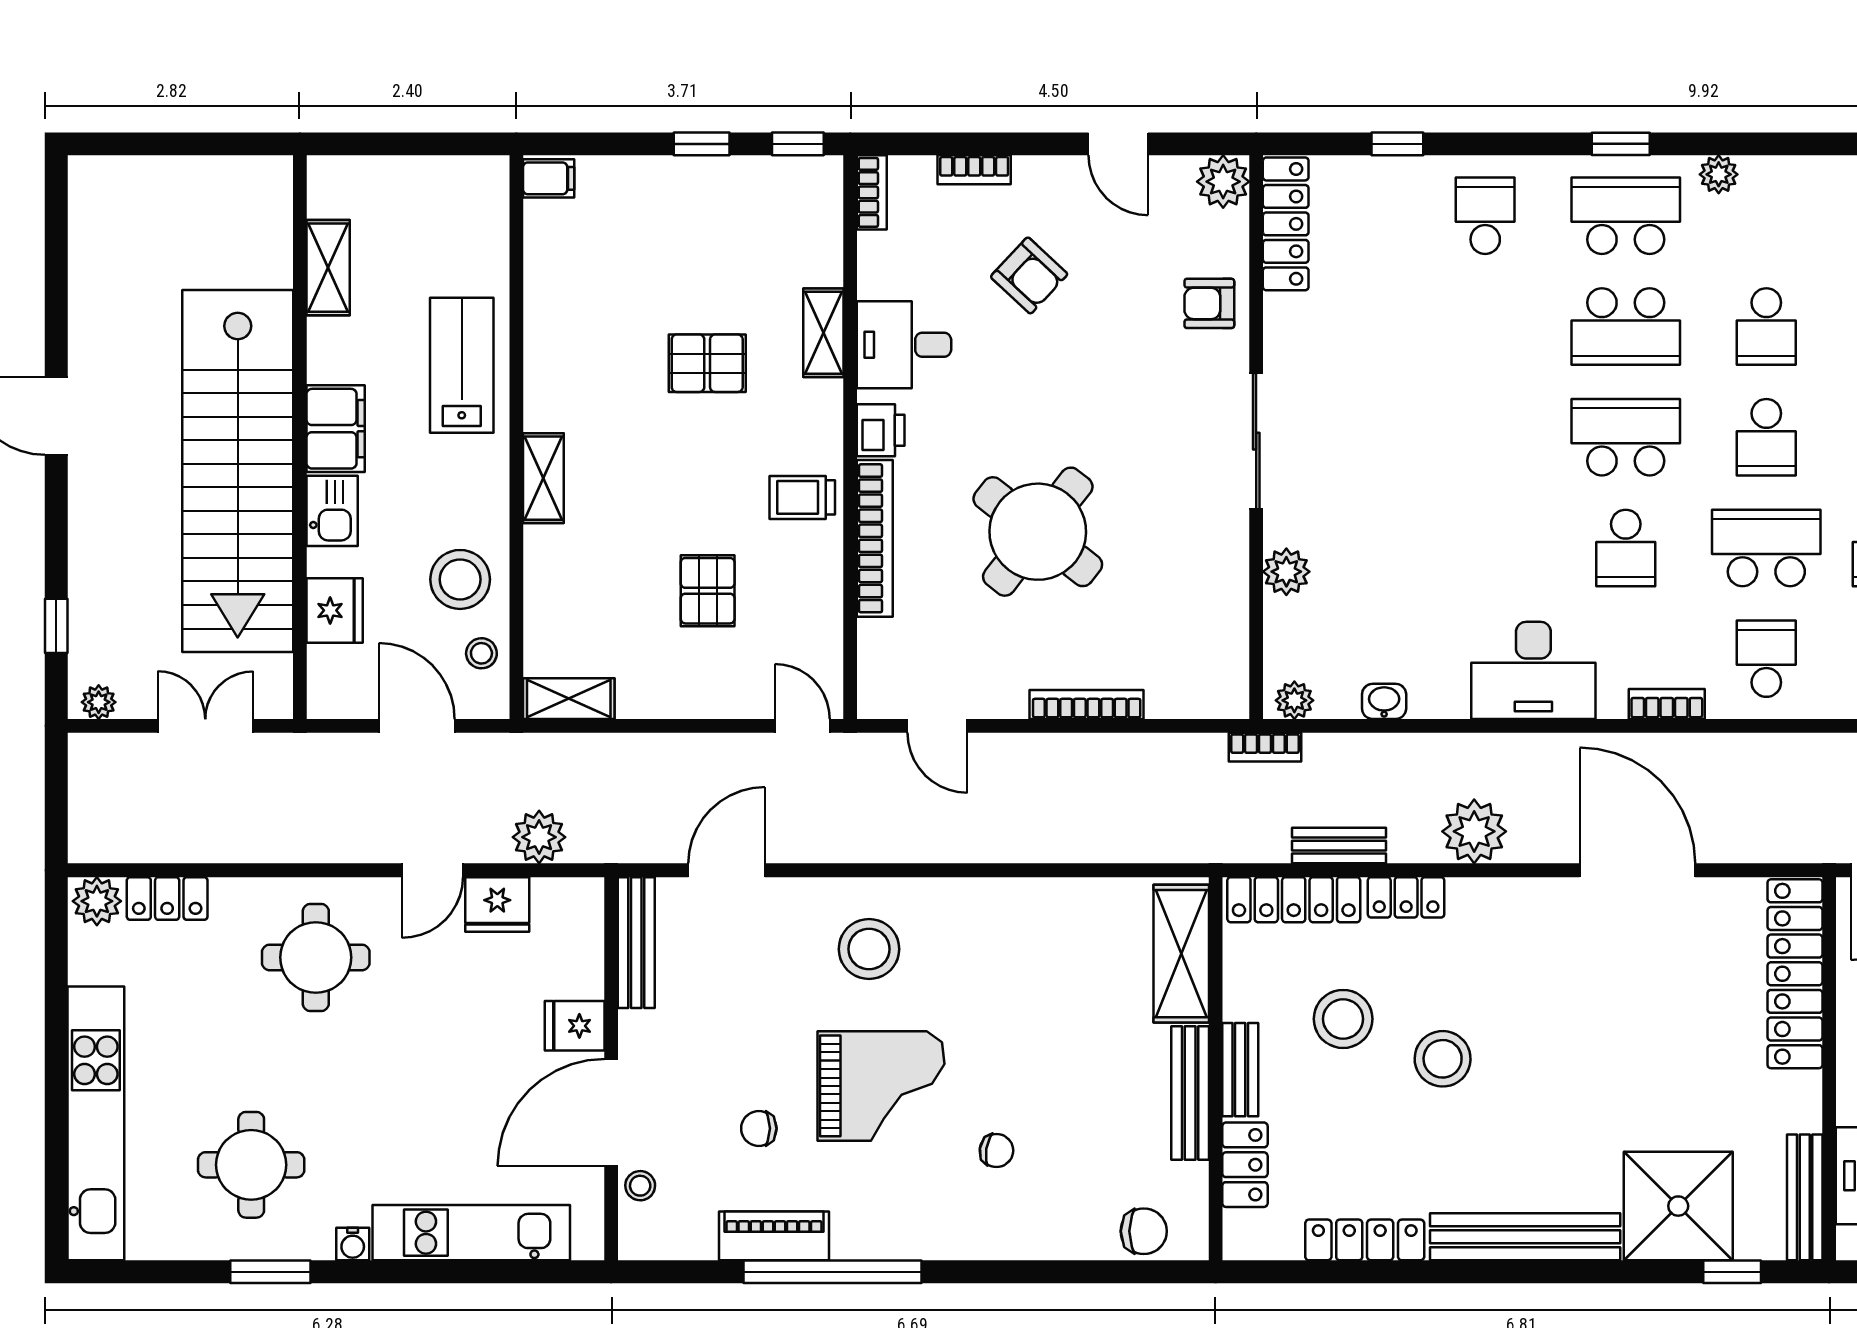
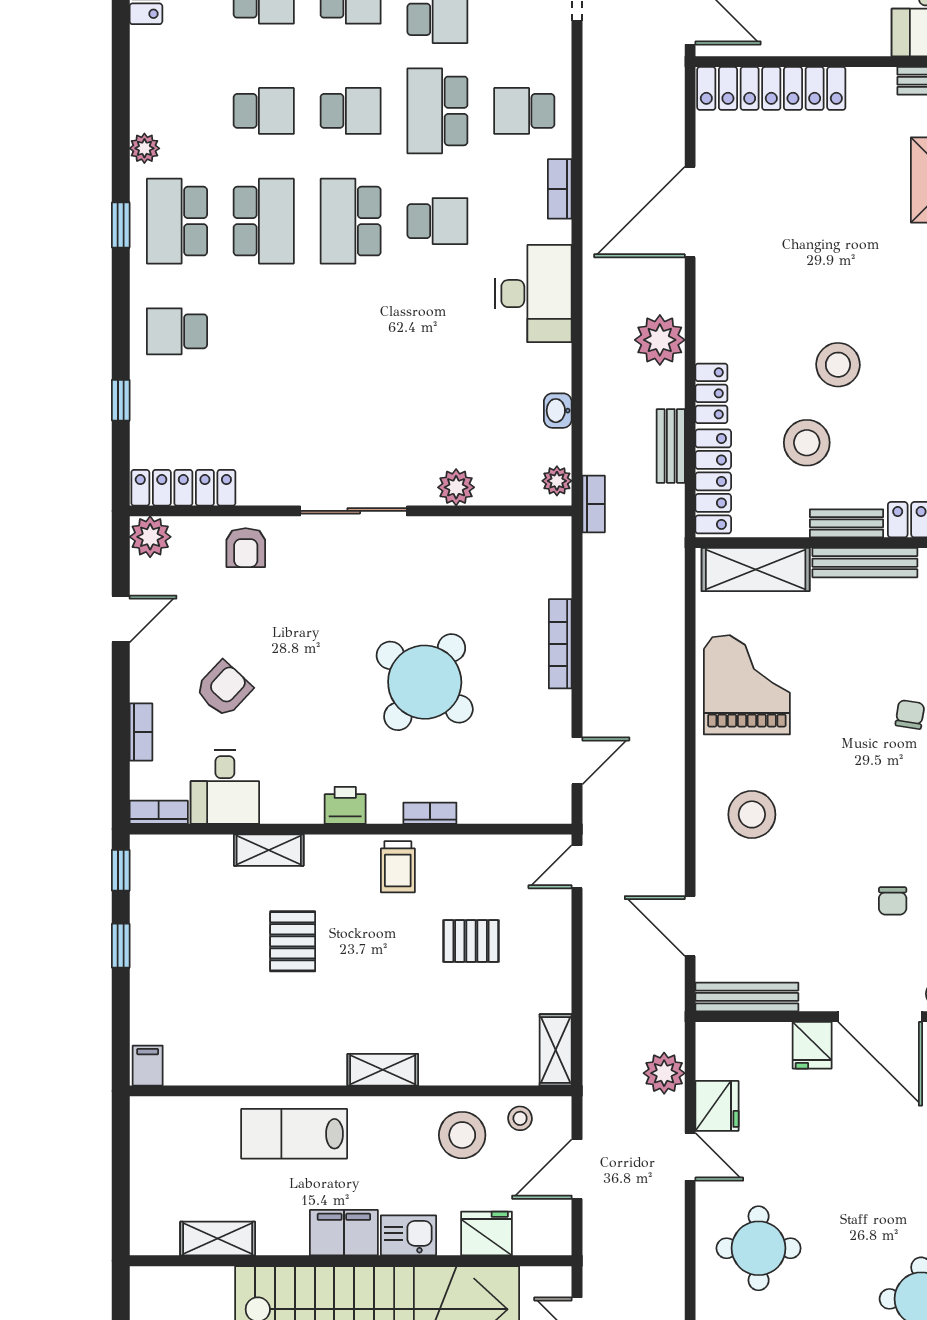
desk: (904, 345) -> (225, 787), moved
bookcase: (875, 538) -> (430, 813), width x0.43, depth x0.76
grand piano: (881, 1086) -> (747, 685), moved

